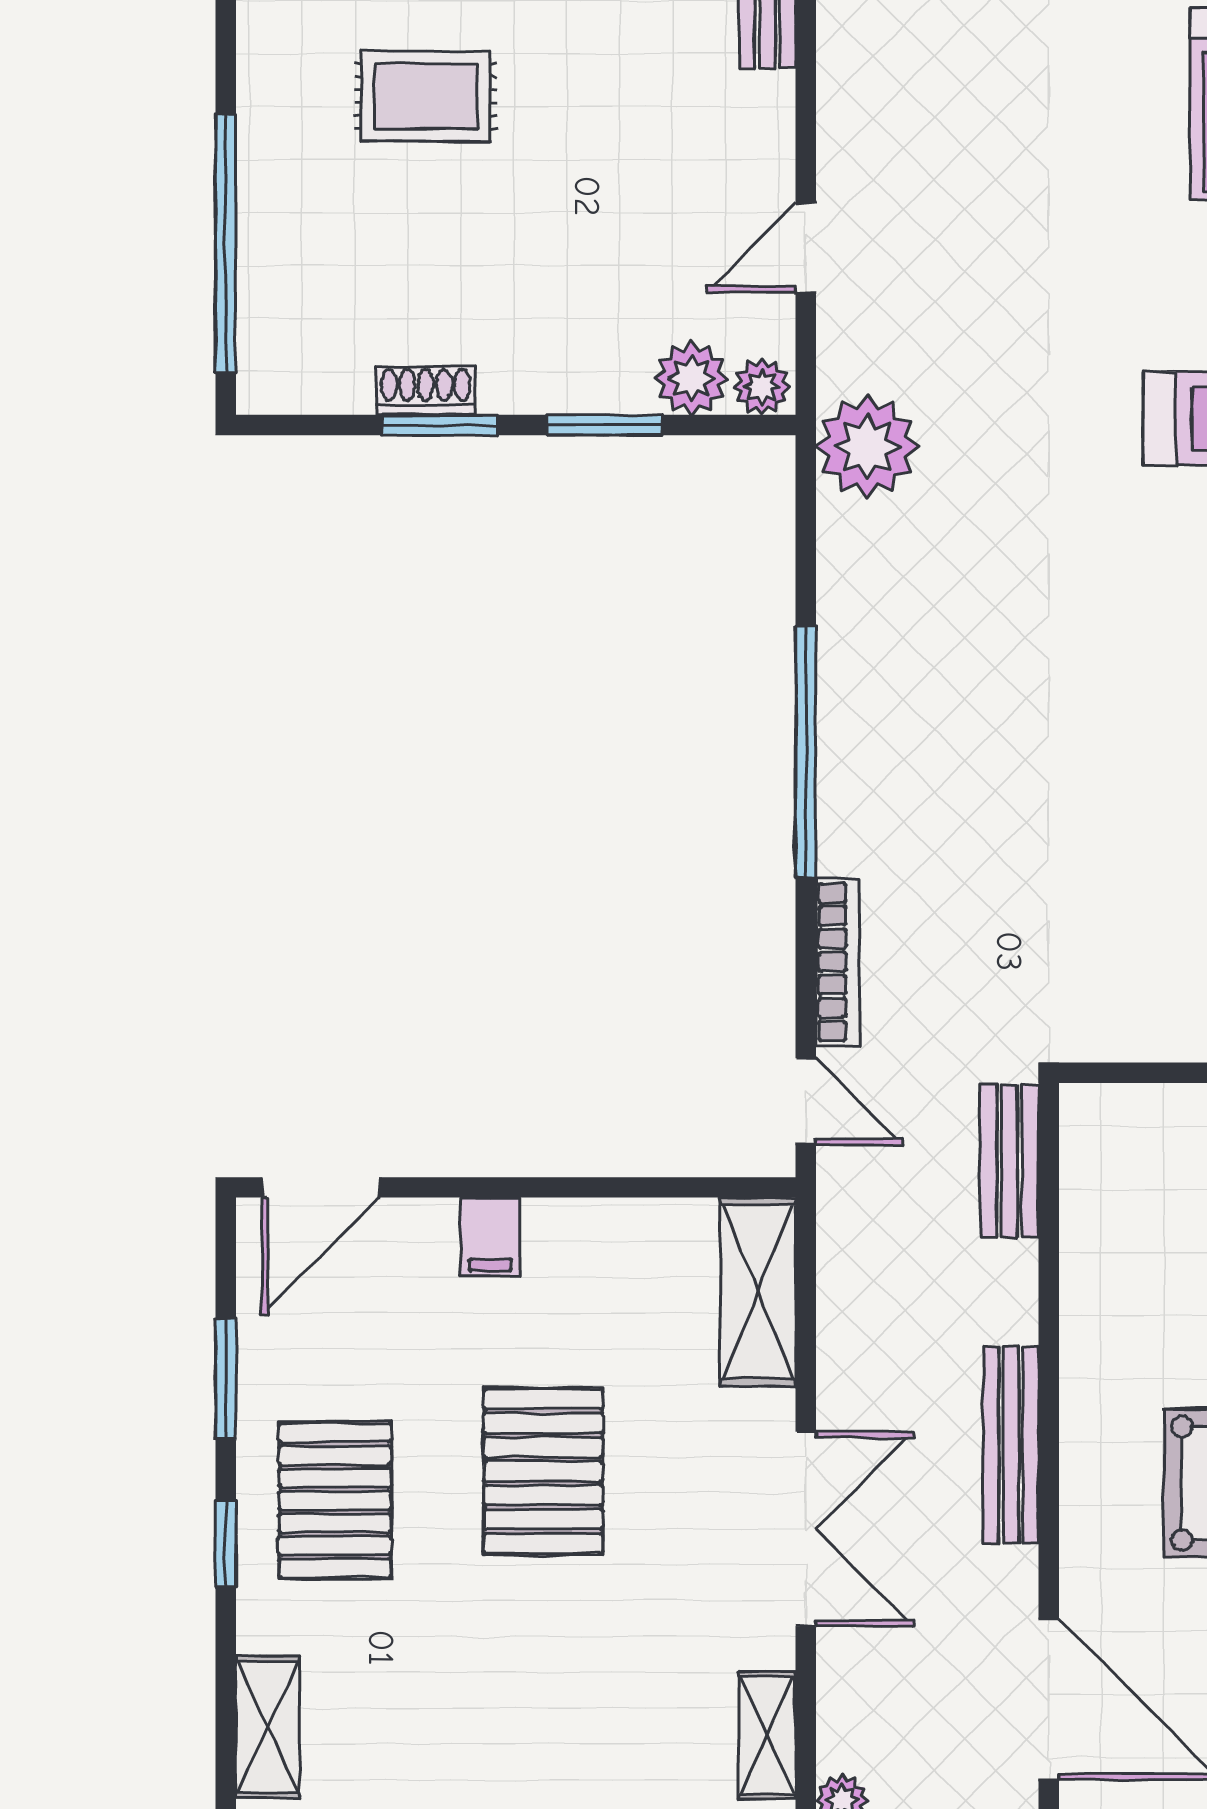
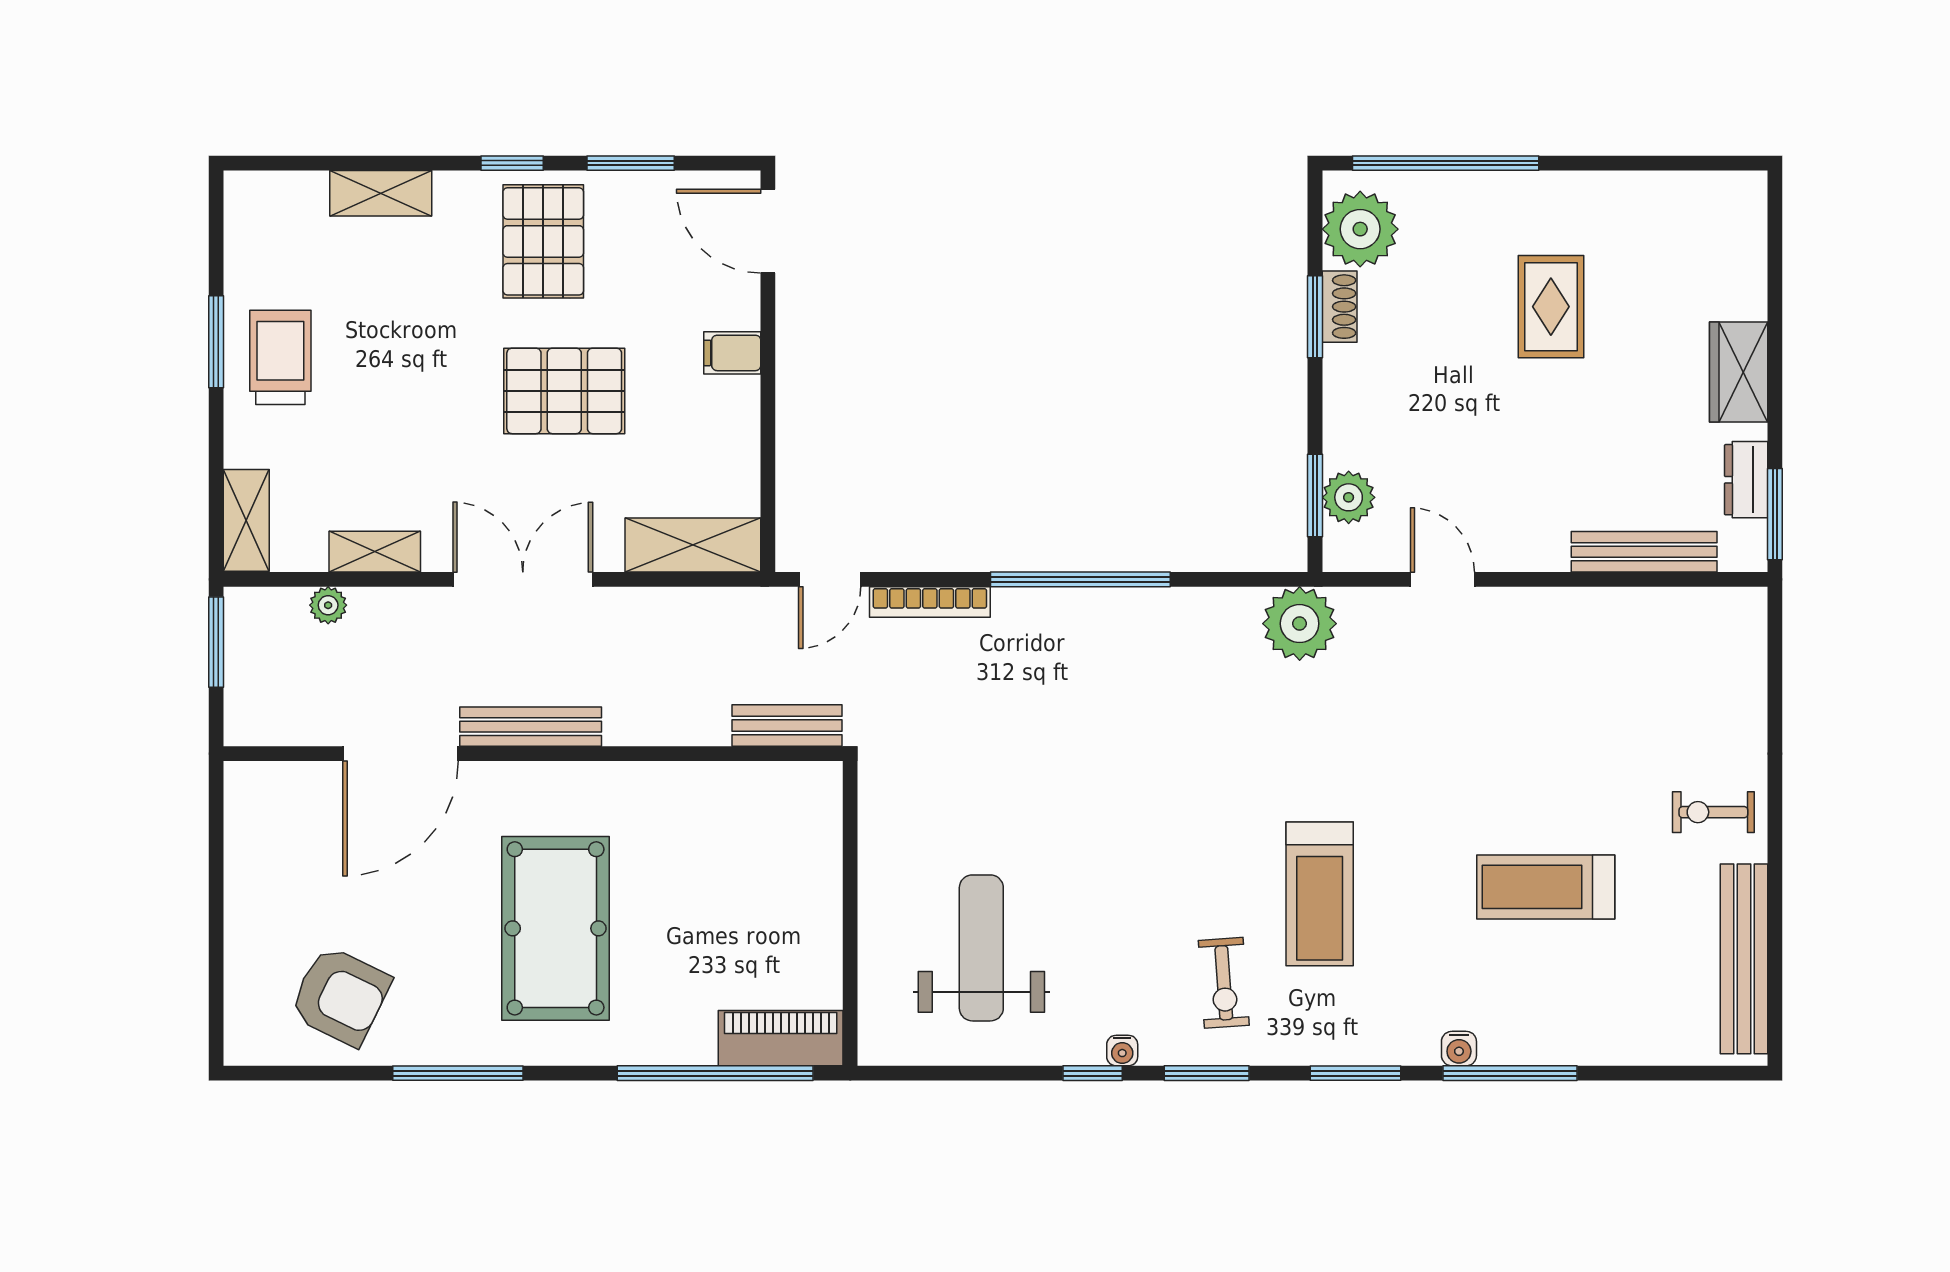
plant: (762, 387) -> (1360, 229), moved, width x1.88, depth x1.88
window: (605, 425) -> (1315, 495), moved
bench: (1011, 1445) -> (531, 727), moved
pallet: (335, 1500) -> (543, 241), turned 90
double door: (806, 1529) -> (523, 579), swing flipped

